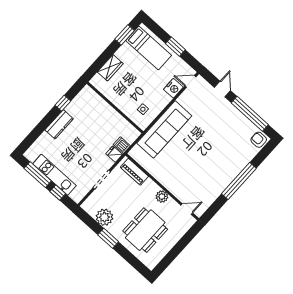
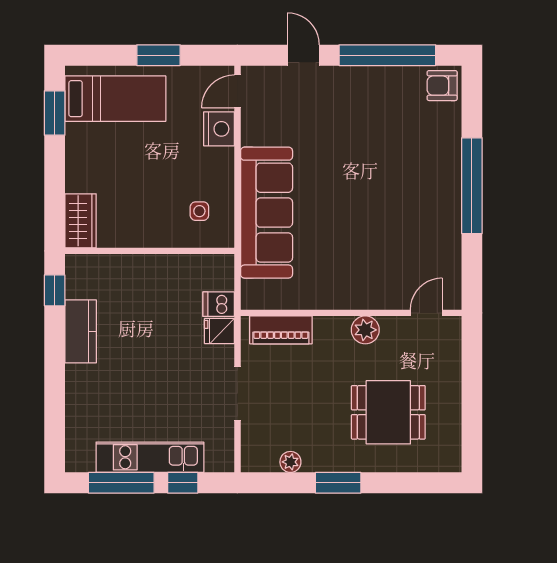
wardrobe: (110, 68) -> (81, 221), moved
window: (63, 103) -> (55, 290), moved
kitchen counter: (59, 124) -> (81, 331), moved
plant: (104, 217) -> (290, 462), width x0.53, depth x0.53
dining table: (145, 230) -> (388, 412), width x0.73

